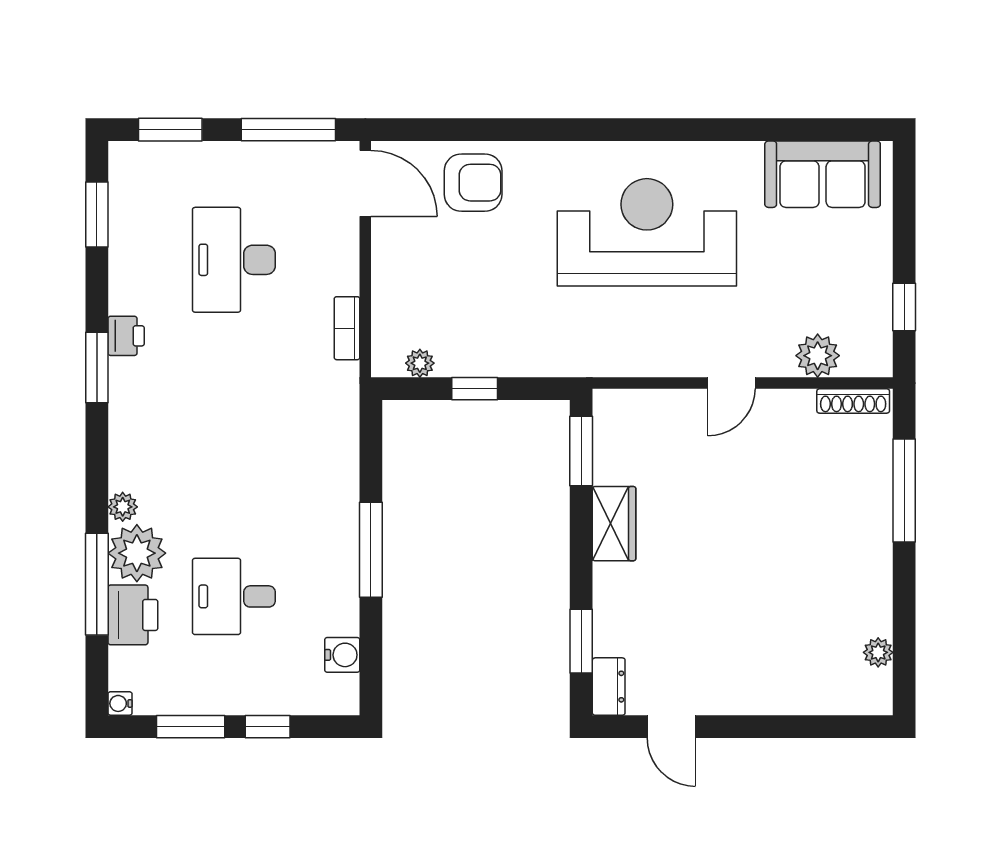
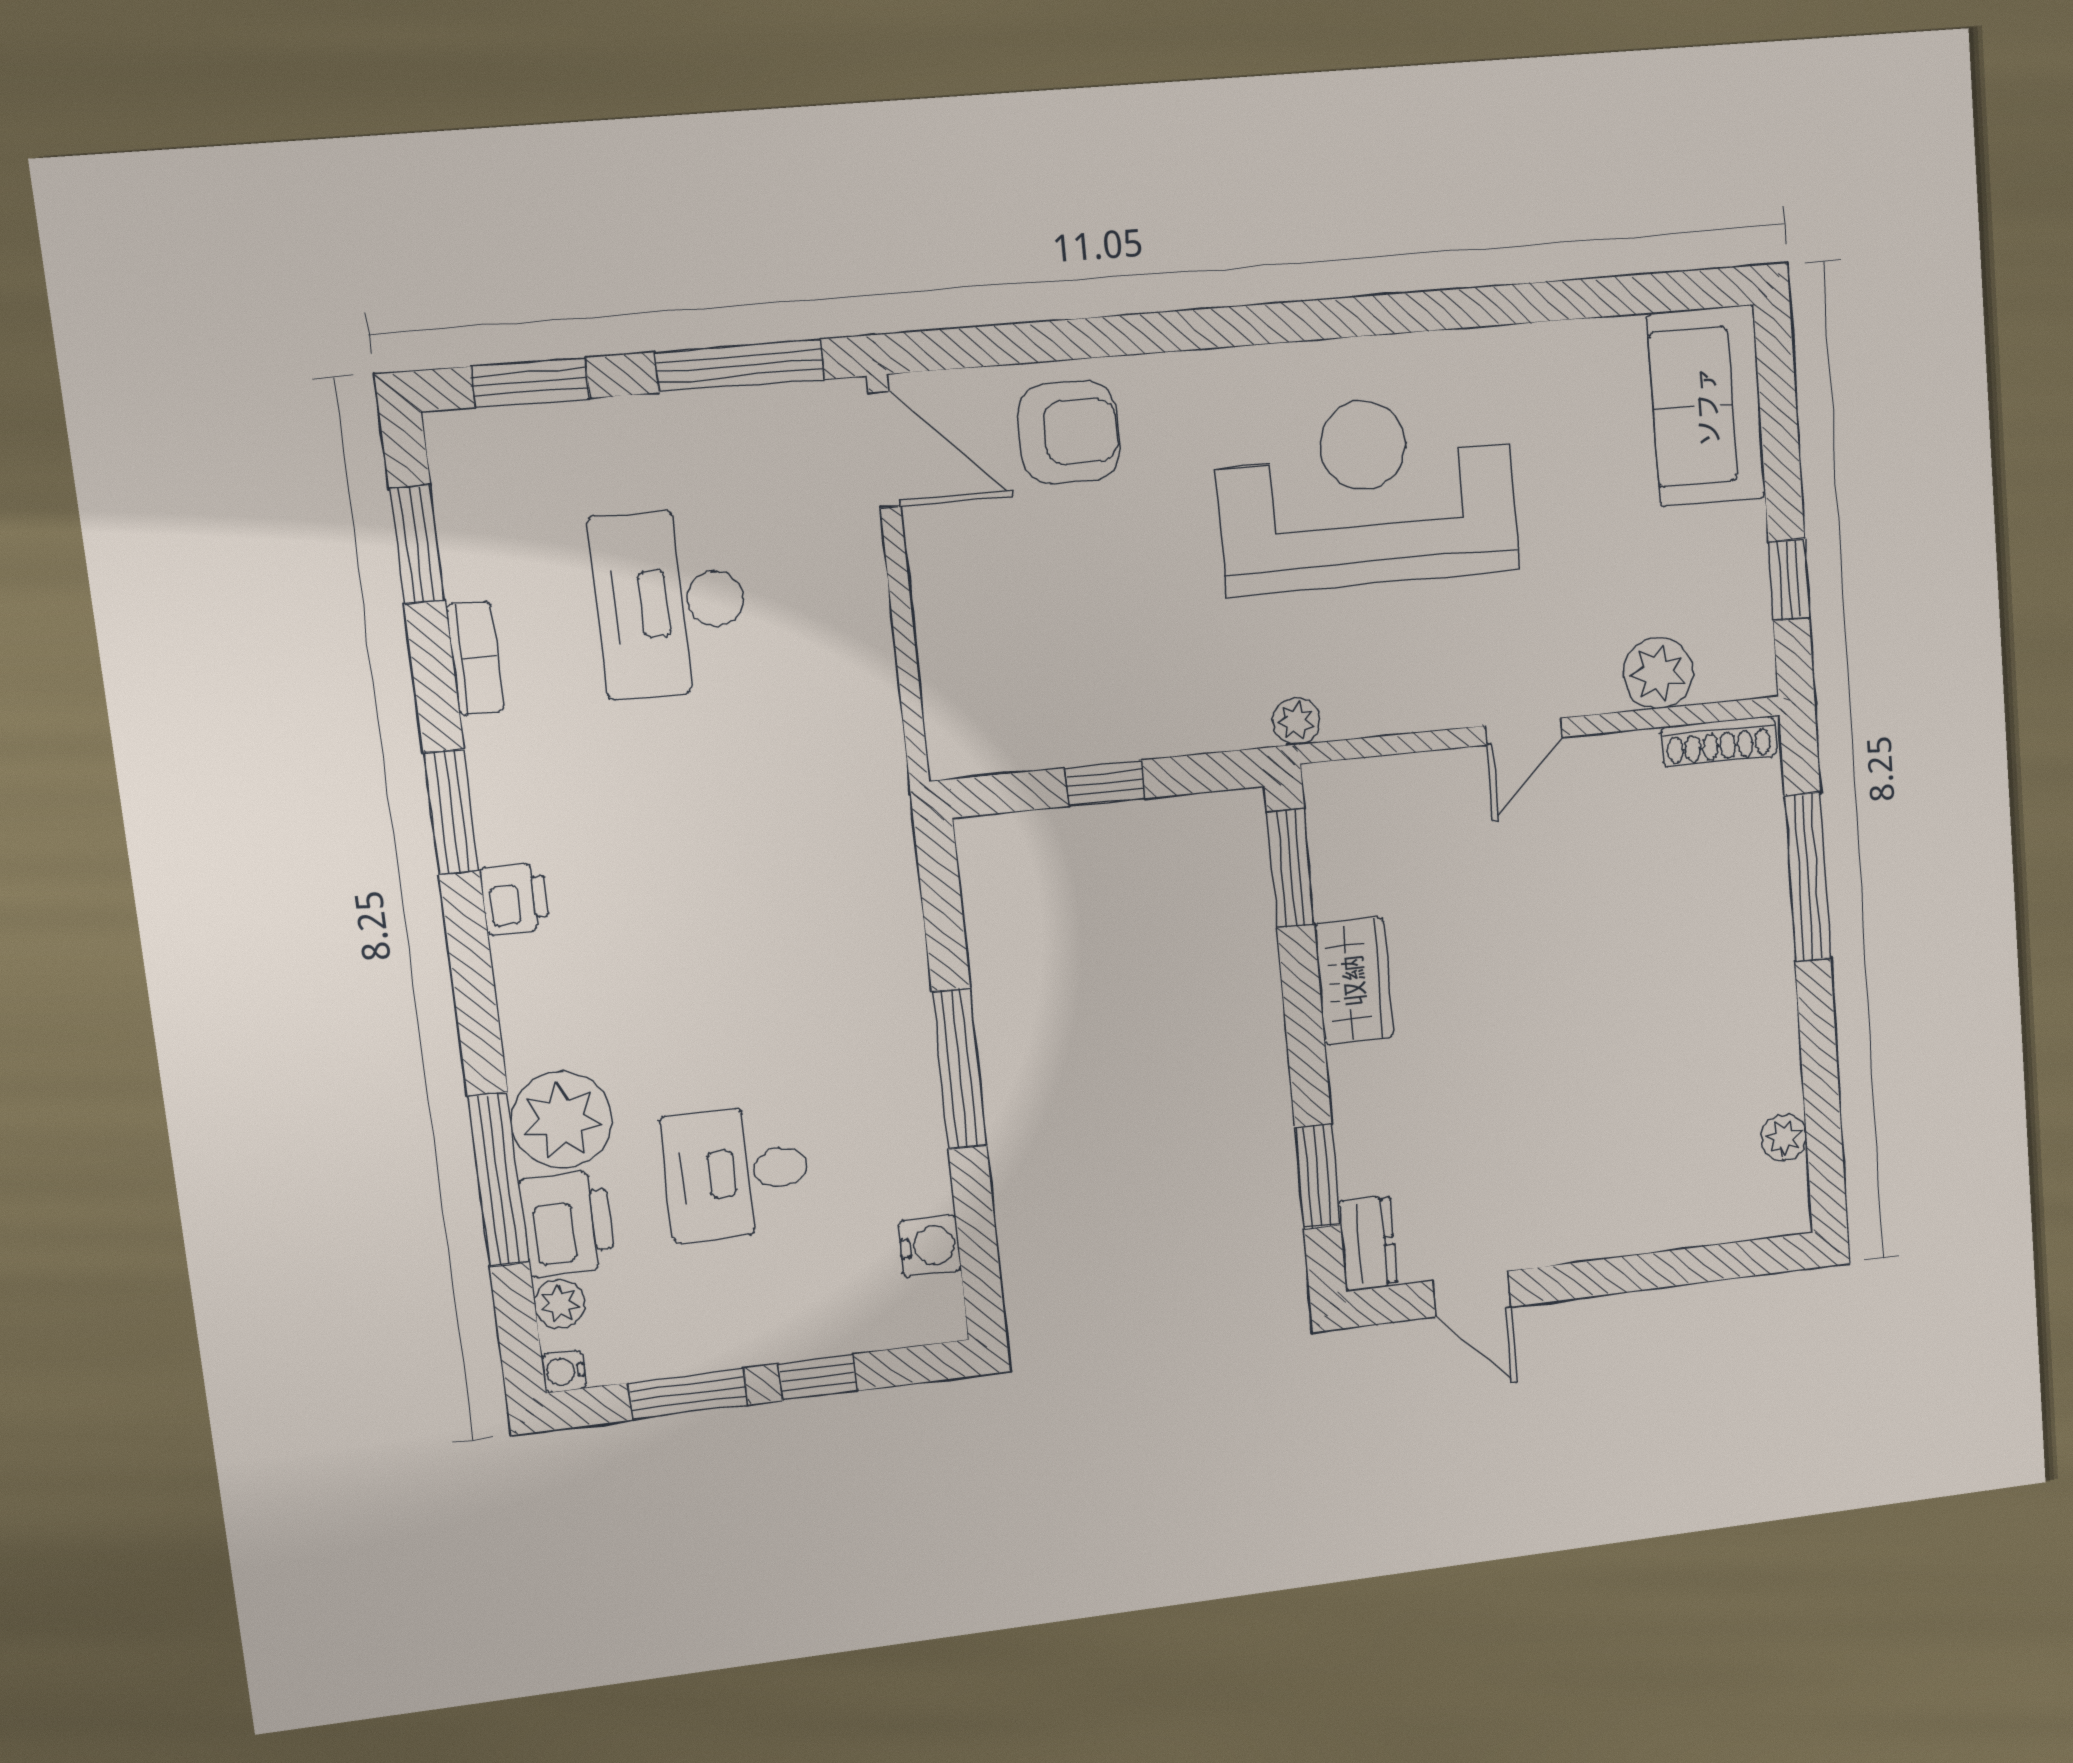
sofa: (823, 174) -> (1707, 406), moved, turned 90
bookcase: (347, 328) -> (475, 658), moved, turned 180
printer: (126, 336) -> (515, 899), moved
plant: (420, 363) -> (1296, 721), moved
plant: (123, 507) -> (560, 1304), moved

